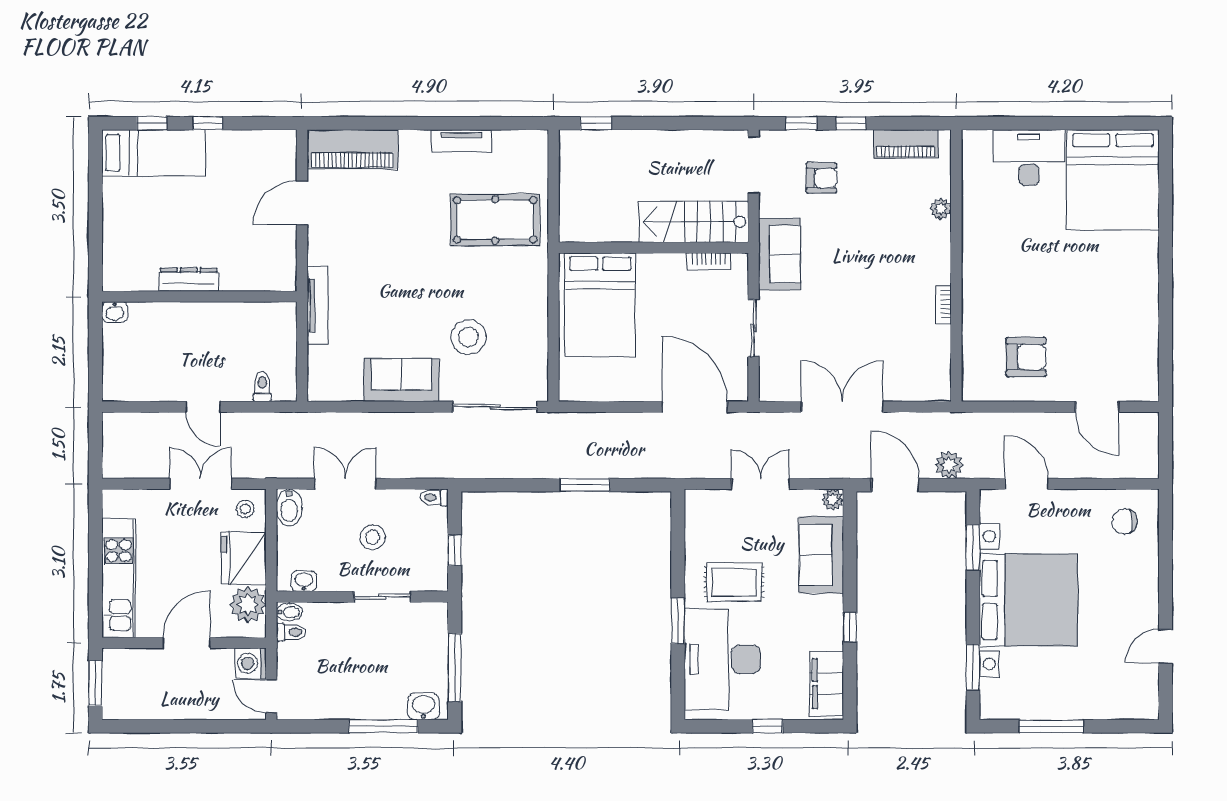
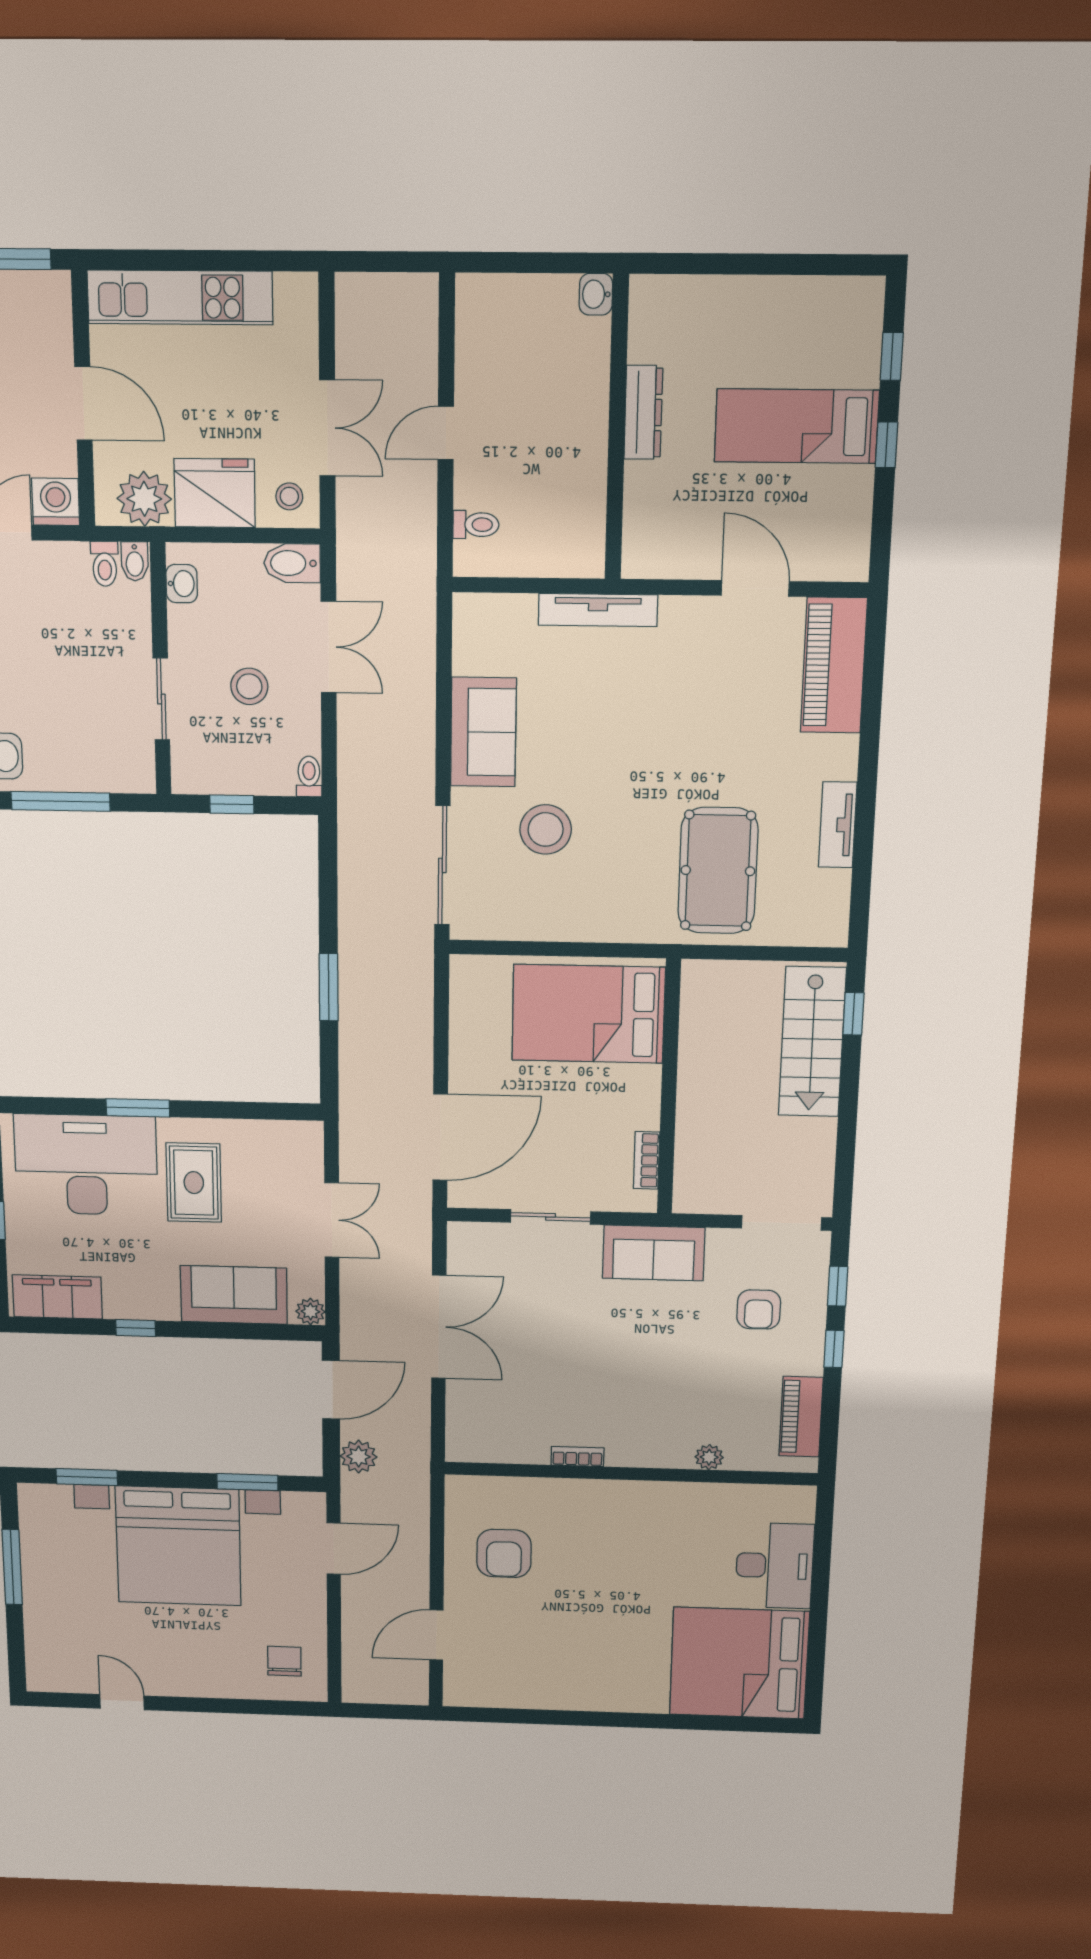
bed: (153, 153) -> (796, 426), moved, turned 90
stairs: (694, 222) -> (812, 1042), moved, turned 180

